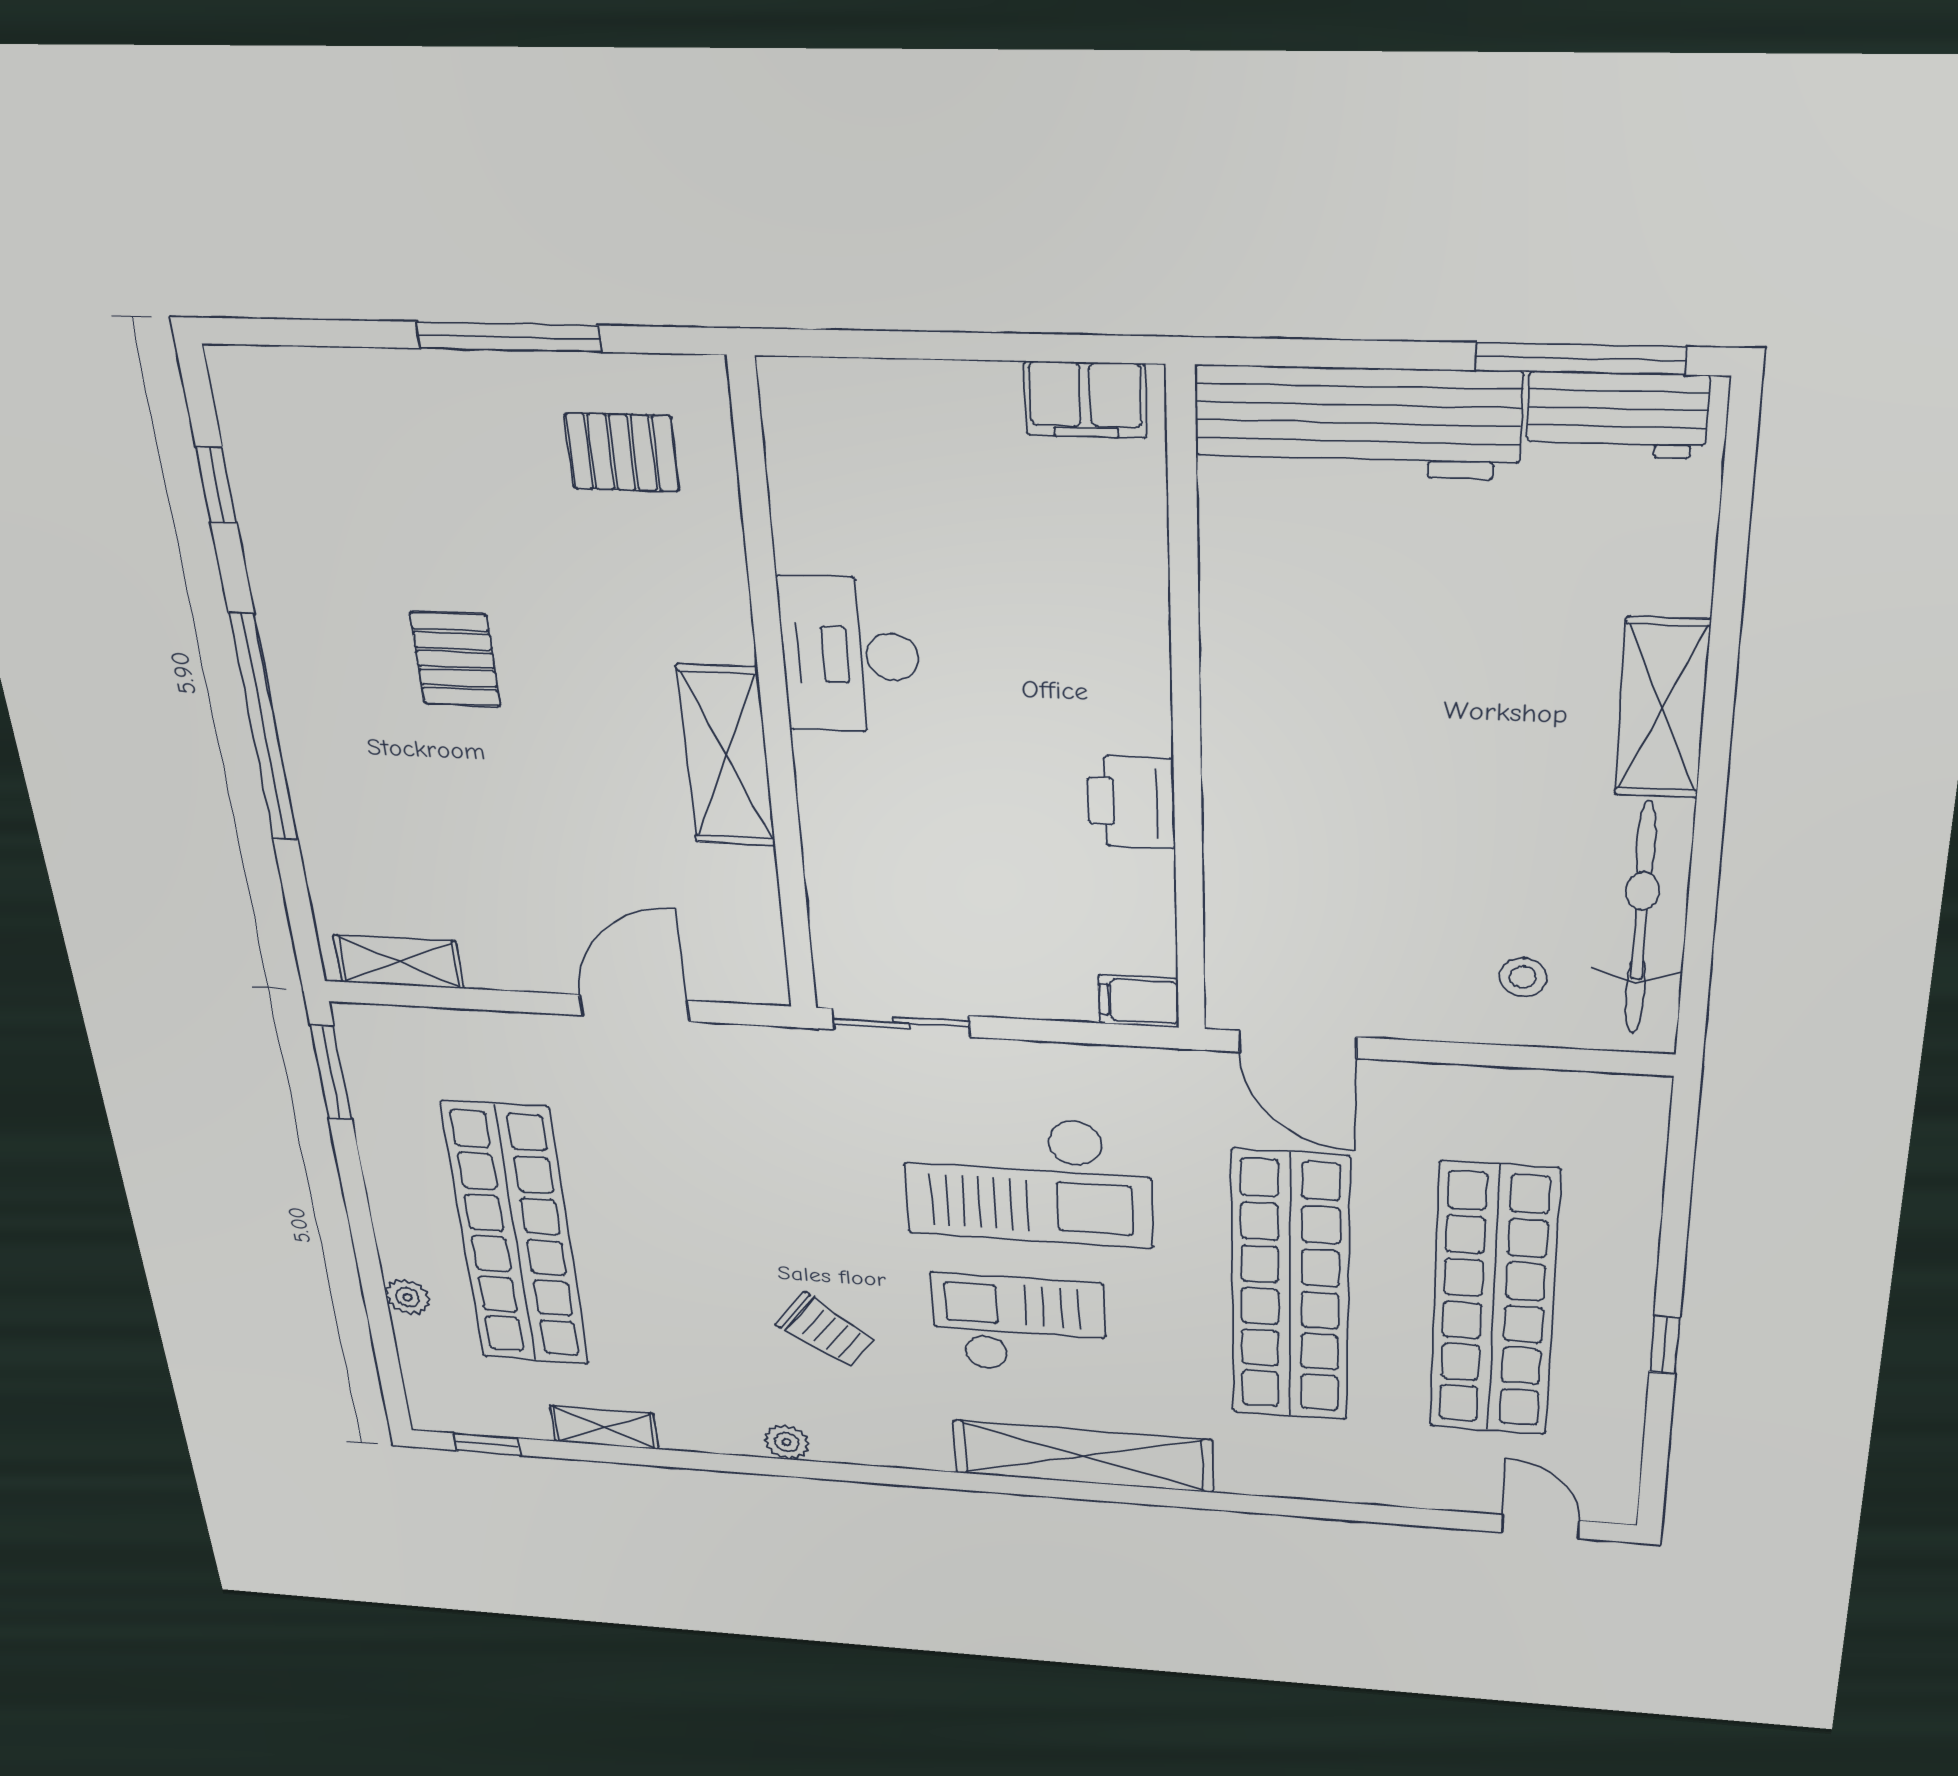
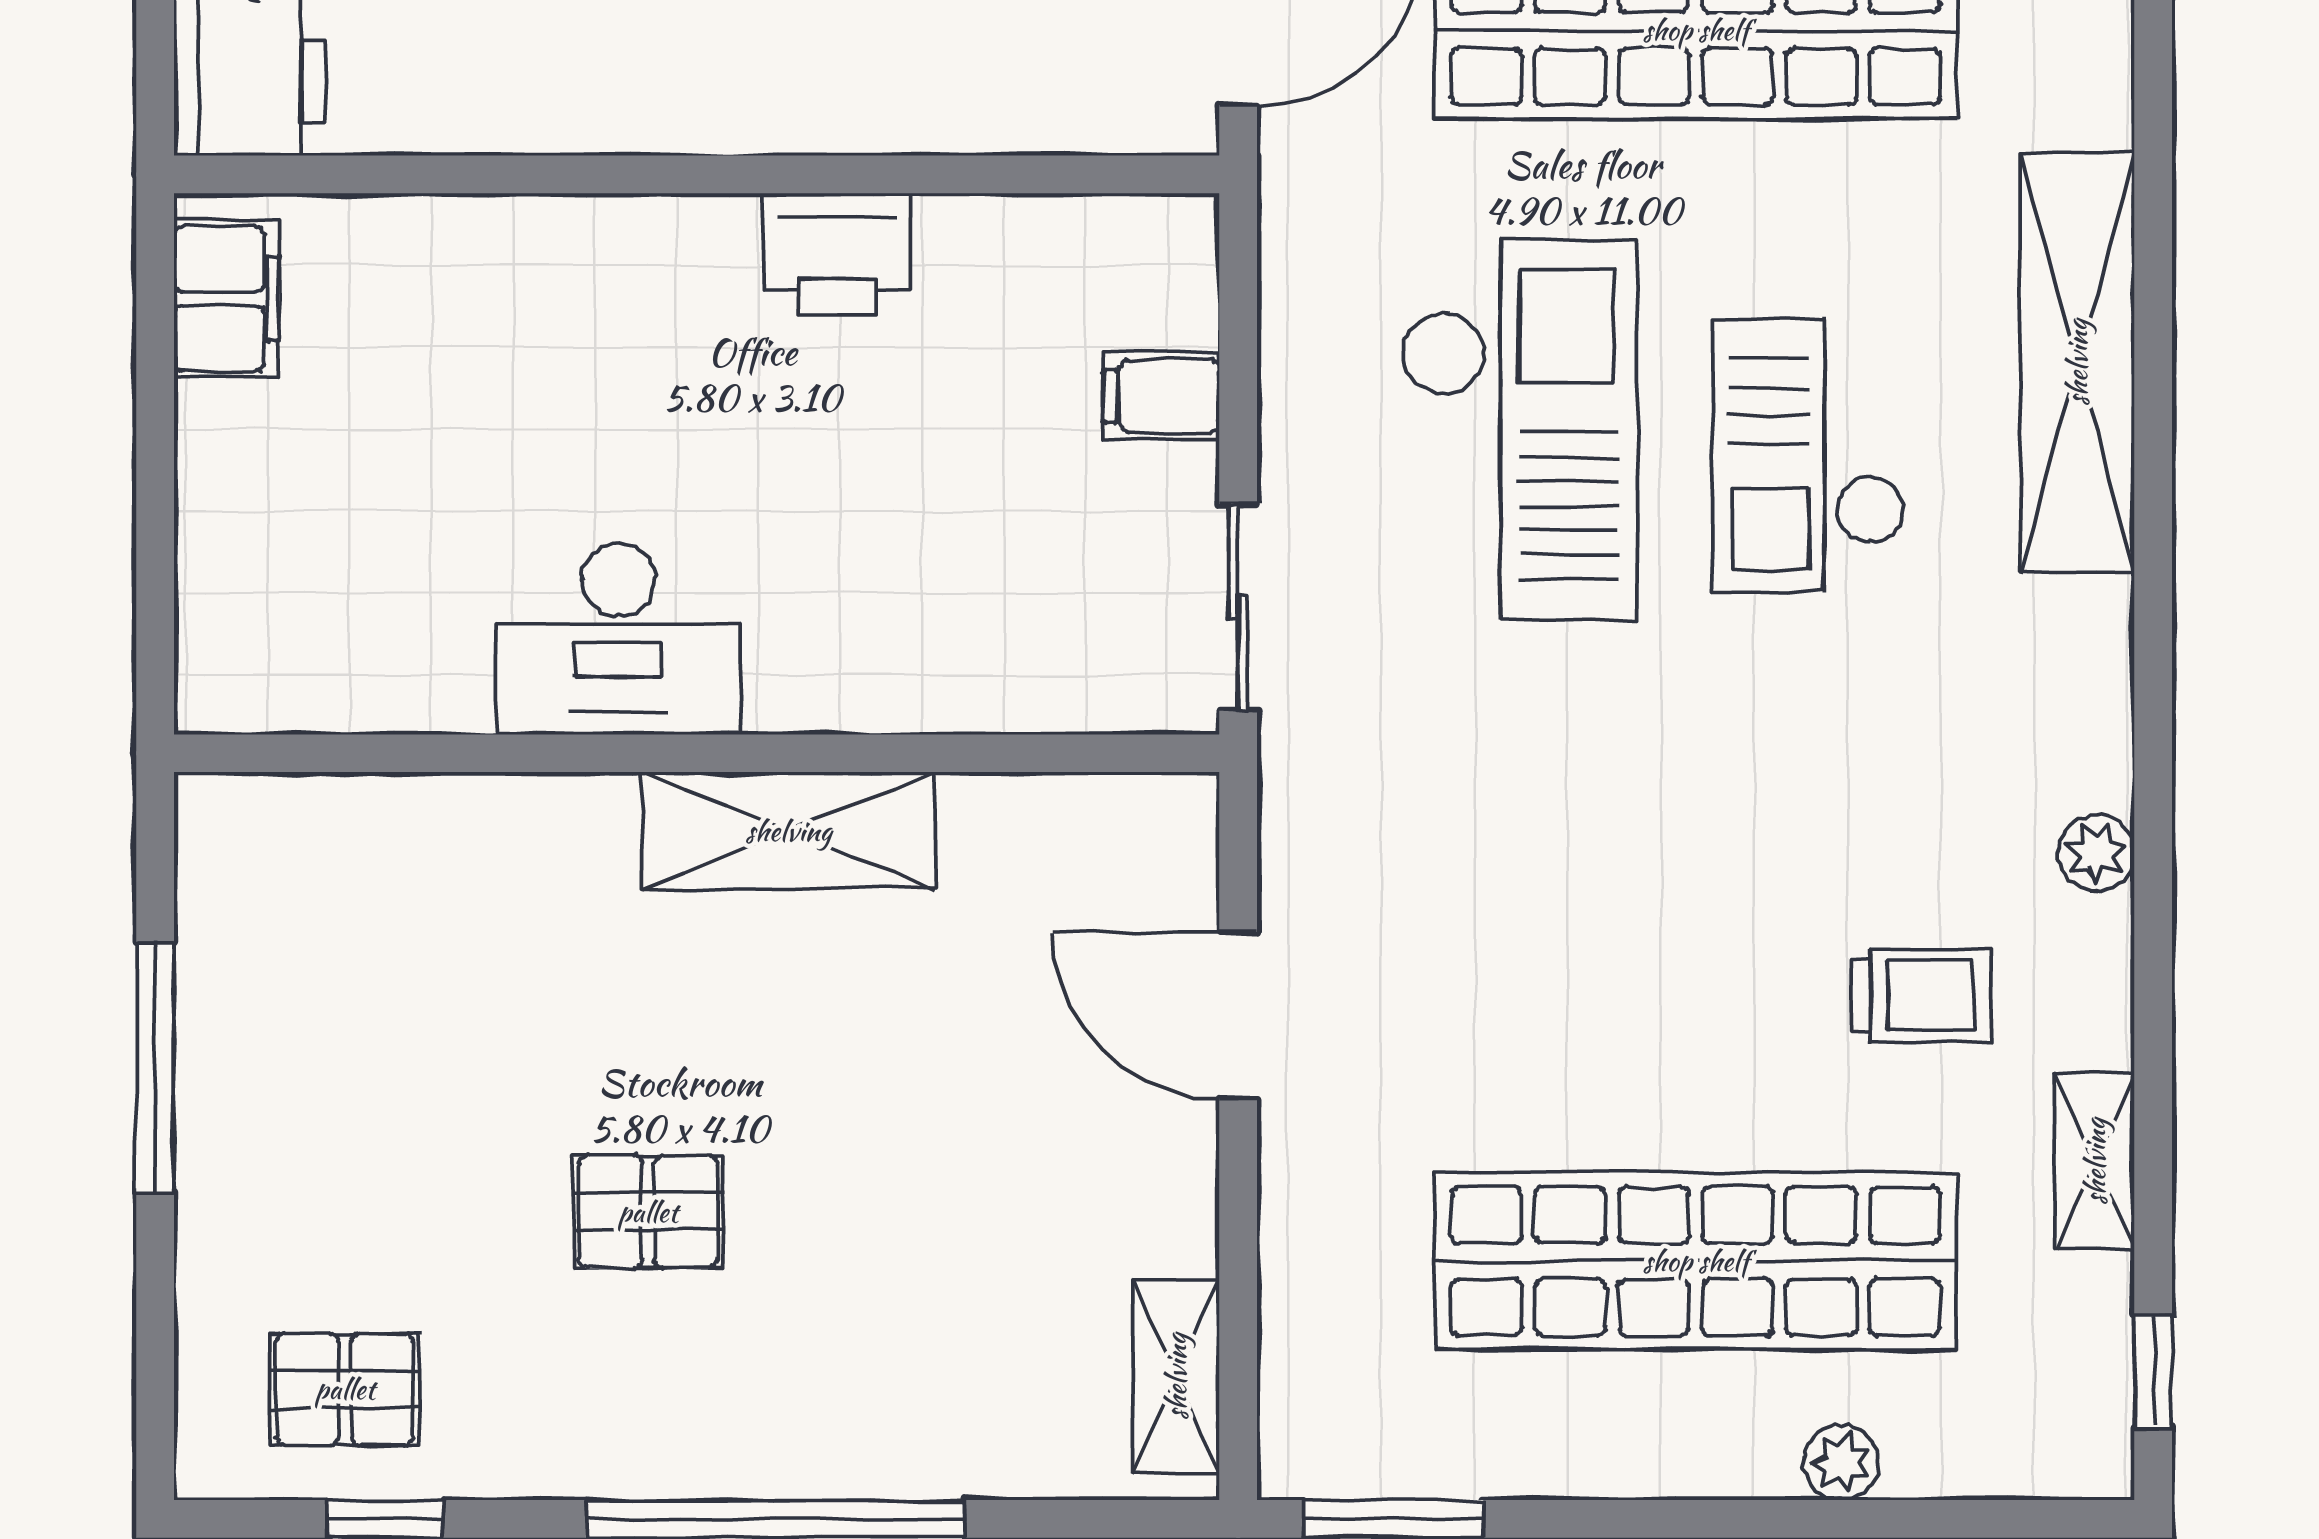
pallet: (622, 452) -> (345, 1389), moved, turned 90
filing cabinet: (1139, 1001) -> (1161, 396), moved, turned 90
trolley: (826, 1331) -> (1921, 995), moved, turned 53

